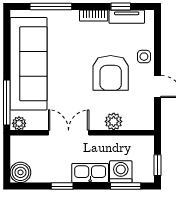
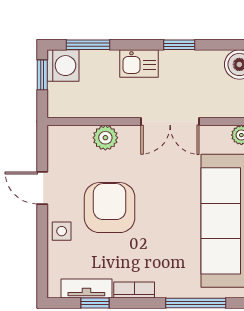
washing machine: (121, 172) -> (63, 66), moved, turned -90
kitchen sink: (90, 173) -> (139, 64), width x0.73

